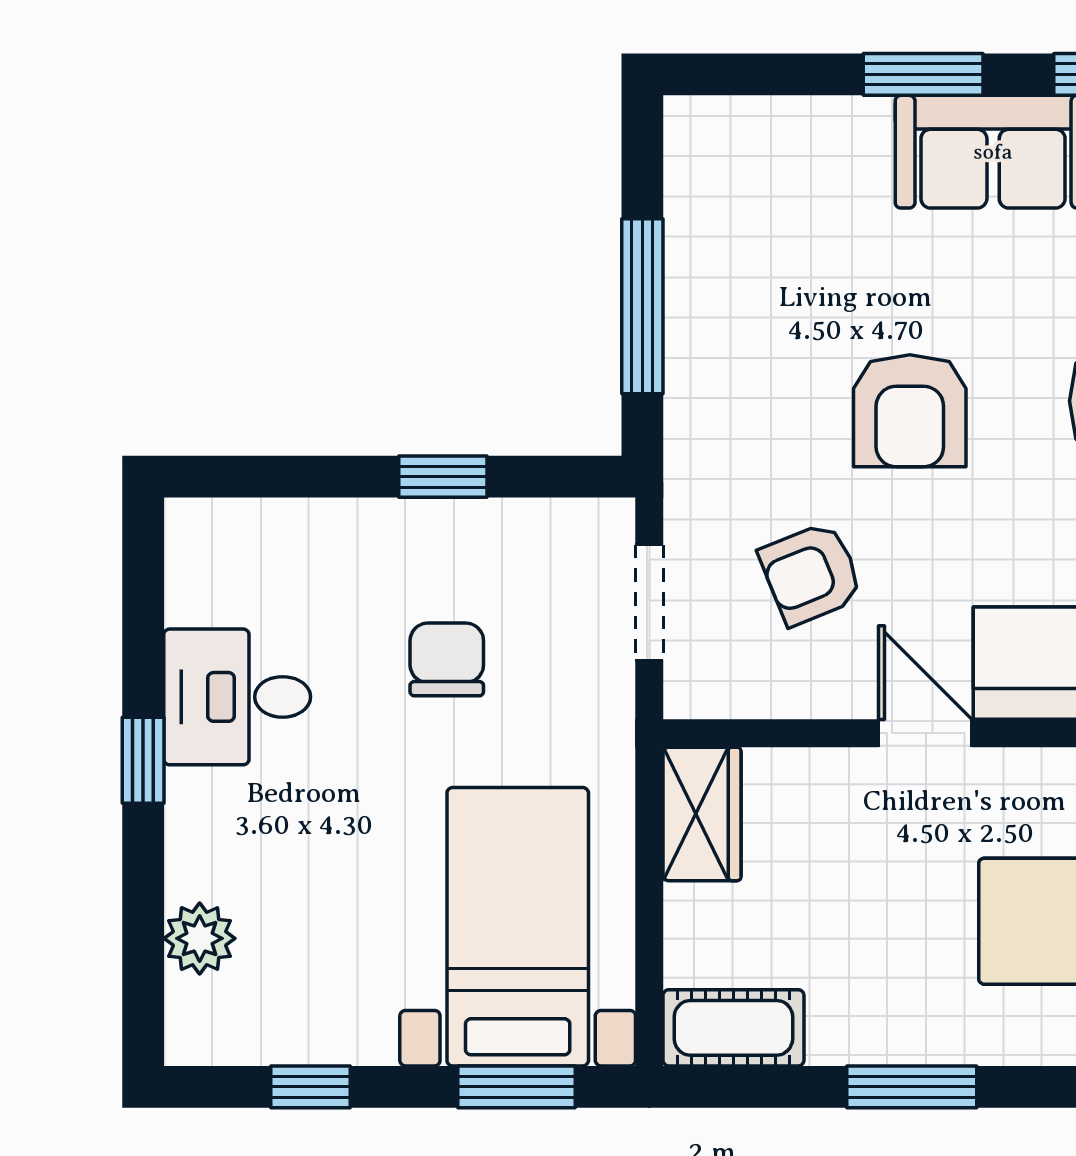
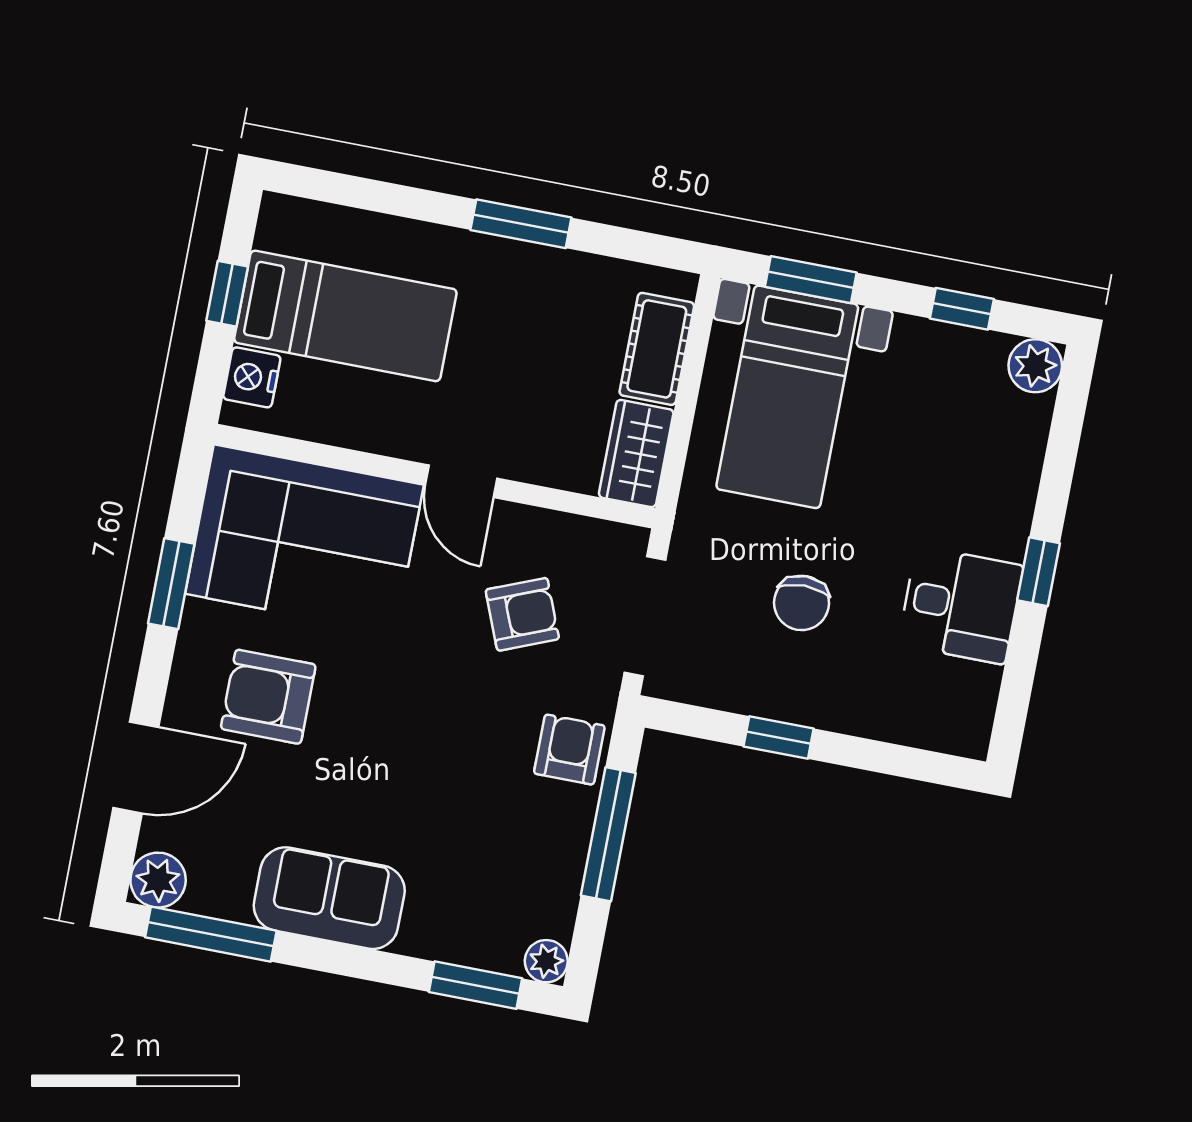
window: (923, 74) -> (475, 985), moved
plant: (692, 124) -> (546, 961), added
armchair: (910, 411) -> (569, 750), moved, width x0.72, depth x0.72
doorway: (649, 602) -> (645, 616), width x1.38
plant: (200, 938) -> (1035, 366), moved
cot: (733, 1028) -> (657, 349), moved, turned 90

